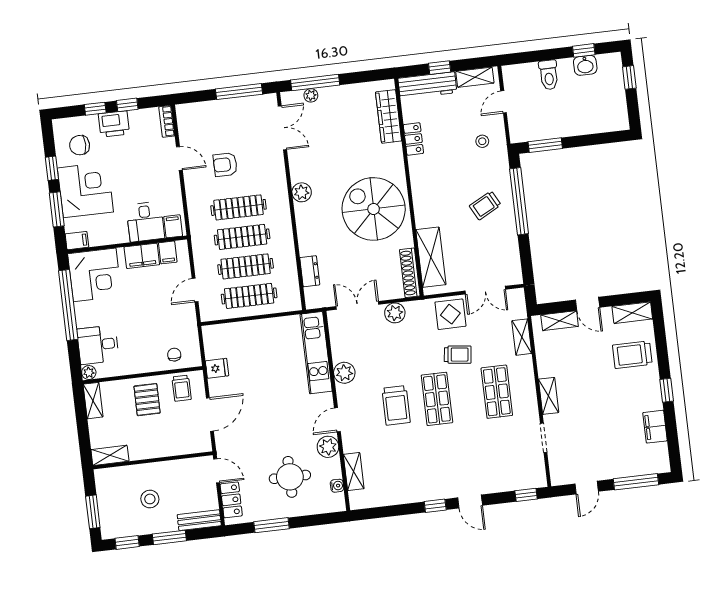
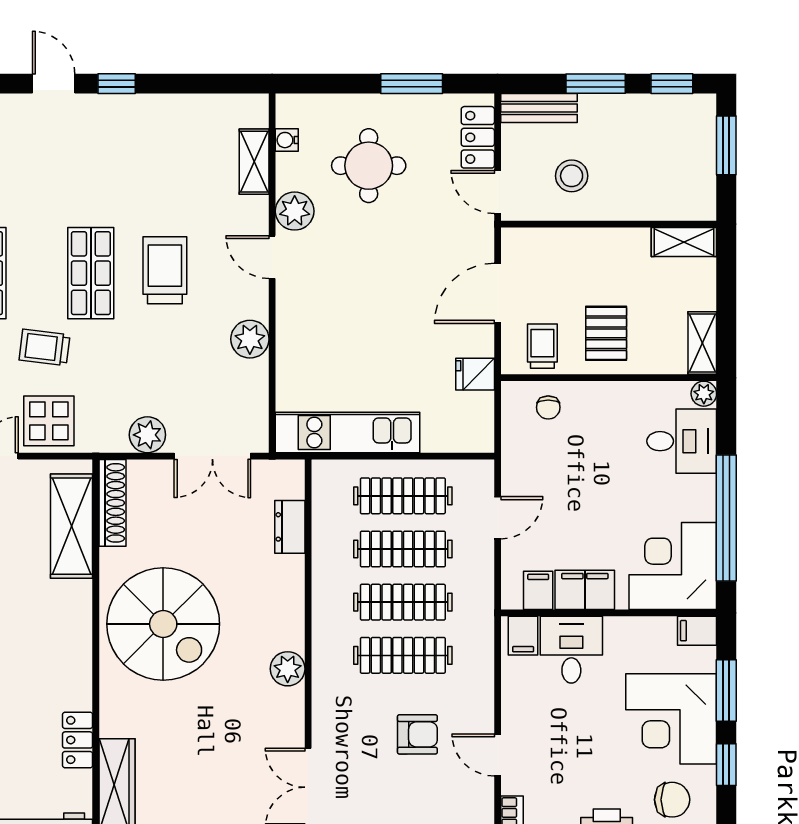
kitchen unit: (316, 353) -> (347, 432), moved, turned -90
door: (337, 420) -> (272, 257), swing flipped
stool: (150, 499) -> (572, 176), moved

